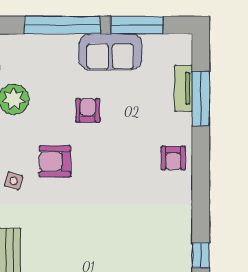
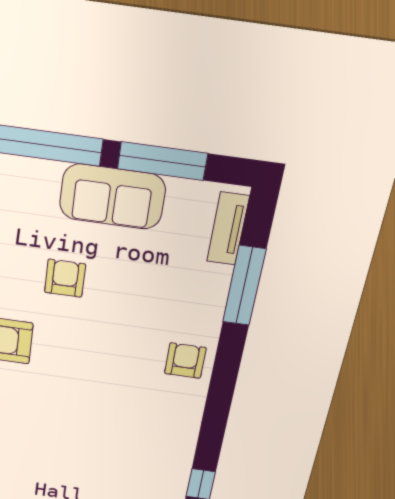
tv unit: (183, 88) -> (228, 229), moved
armchair: (173, 158) -> (185, 361), turned 180

